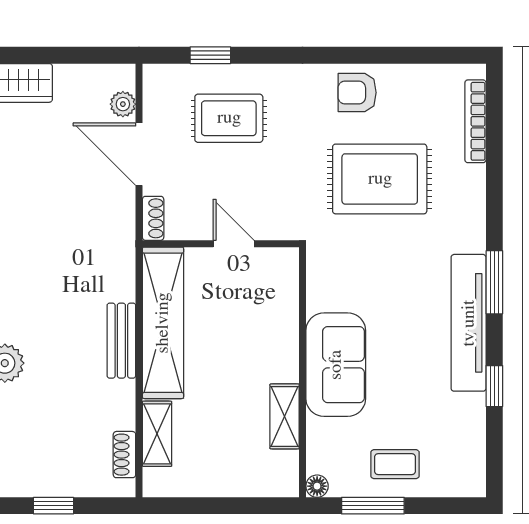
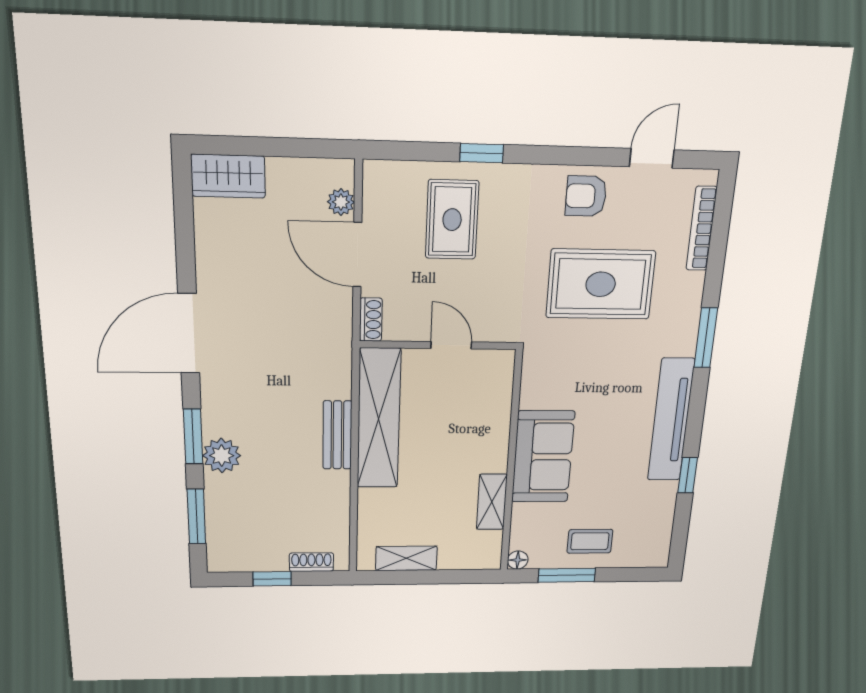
window: (210, 55) -> (482, 153), moved
door: (418, 55) -> (652, 158), added
rug: (229, 118) -> (452, 220), turned 90
window: (494, 282) -> (706, 338), moved
shelving: (157, 434) -> (406, 558), moved, turned 90
shoe rack: (124, 455) -> (311, 562), moved, turned 90

